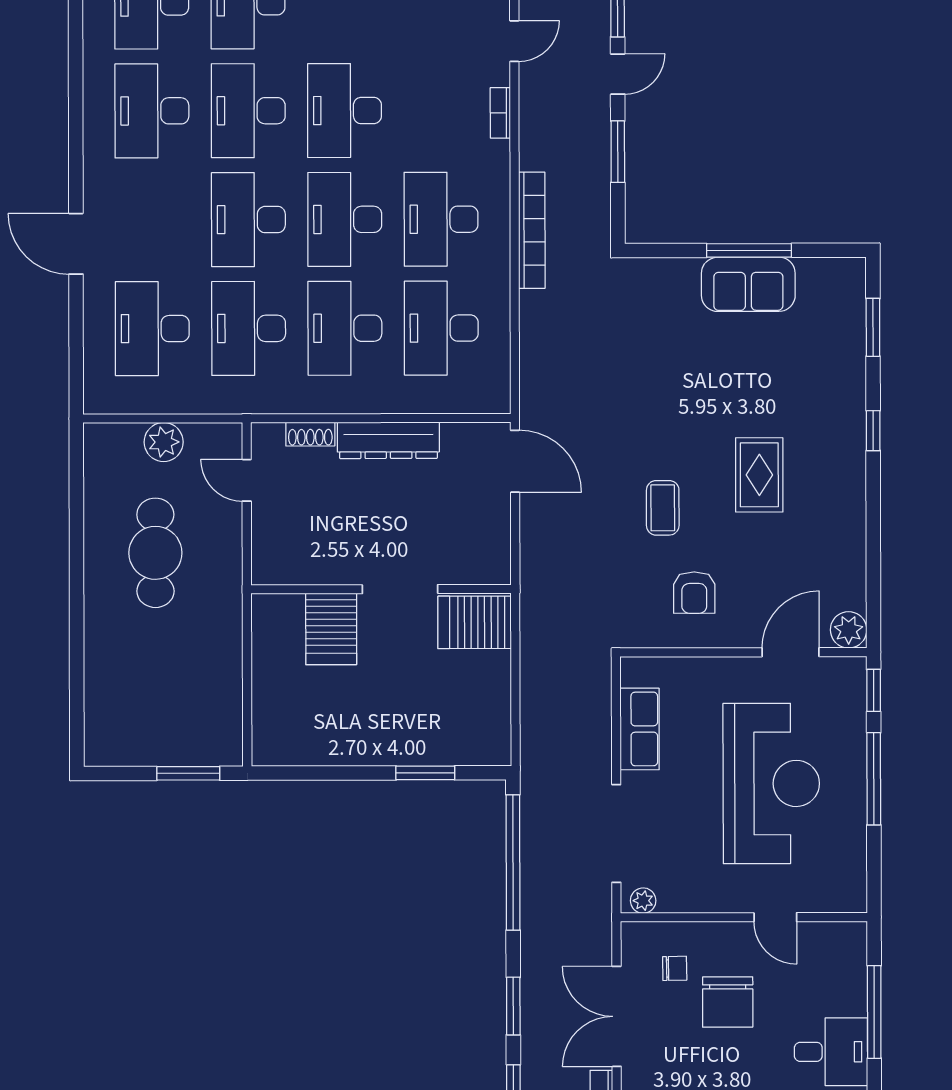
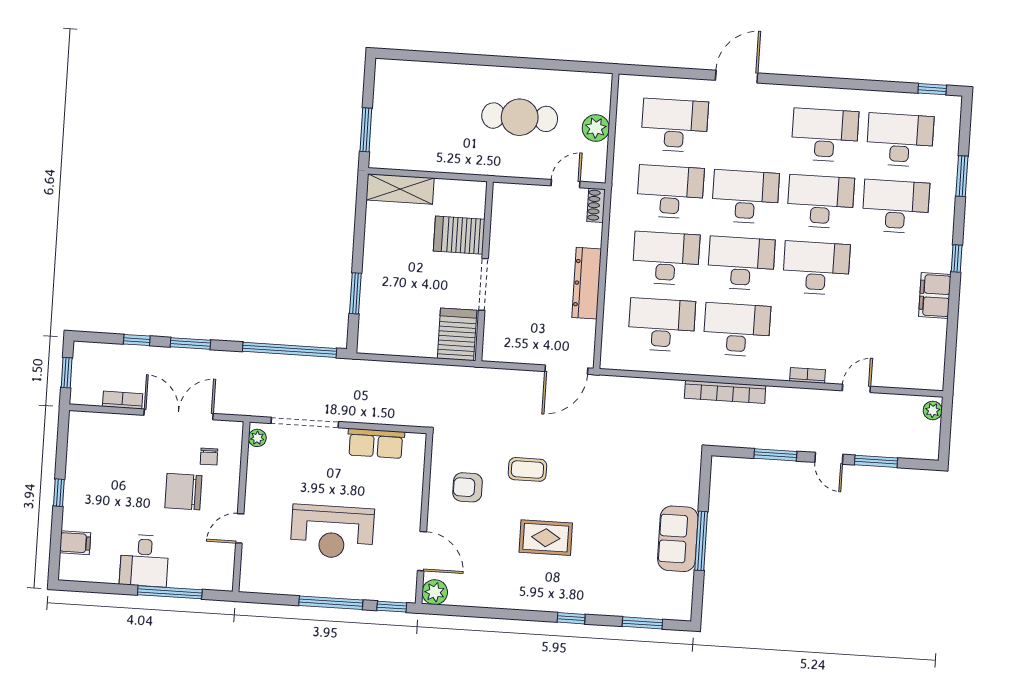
door: (514, 41) -> (856, 388), swing flipped
shoe rack: (310, 434) -> (596, 205), moved
shelving: (270, 718) -> (400, 189), added
reception desk: (771, 783) -> (332, 532), width x0.74, depth x0.77

